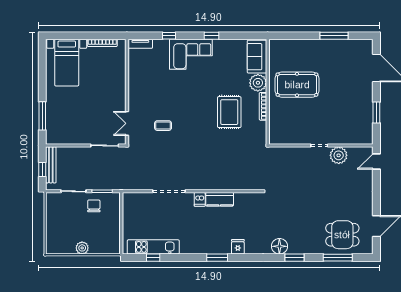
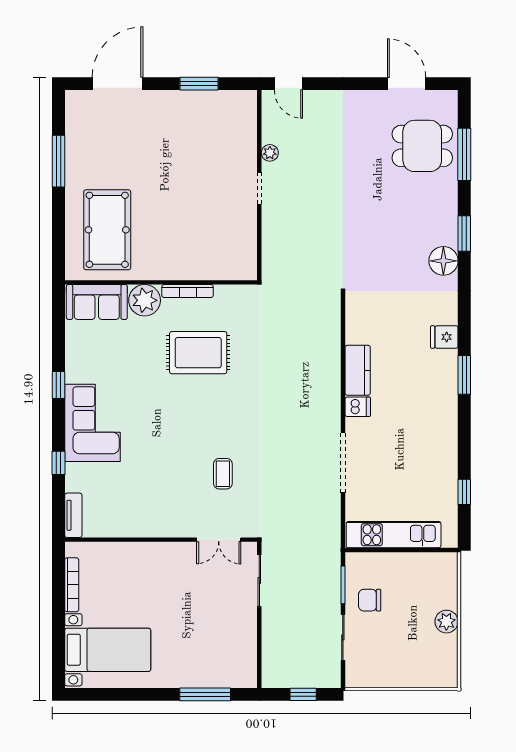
pool table: (297, 85) -> (107, 230), moved
plant: (339, 155) -> (270, 153), width x0.53, depth x0.53
bench: (51, 165) -> (295, 679), removed
dining table: (342, 235) -> (422, 146), turned 90
kitchen unit: (153, 247) -> (394, 535), moved, turned 90

